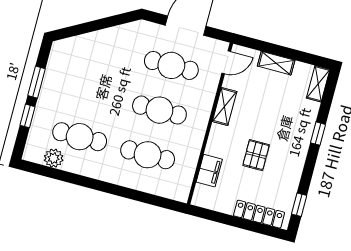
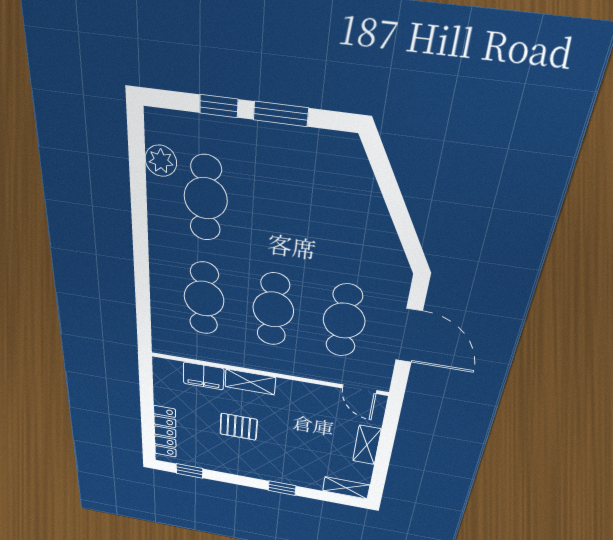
shelving: (225, 107) -> (250, 382), moved

